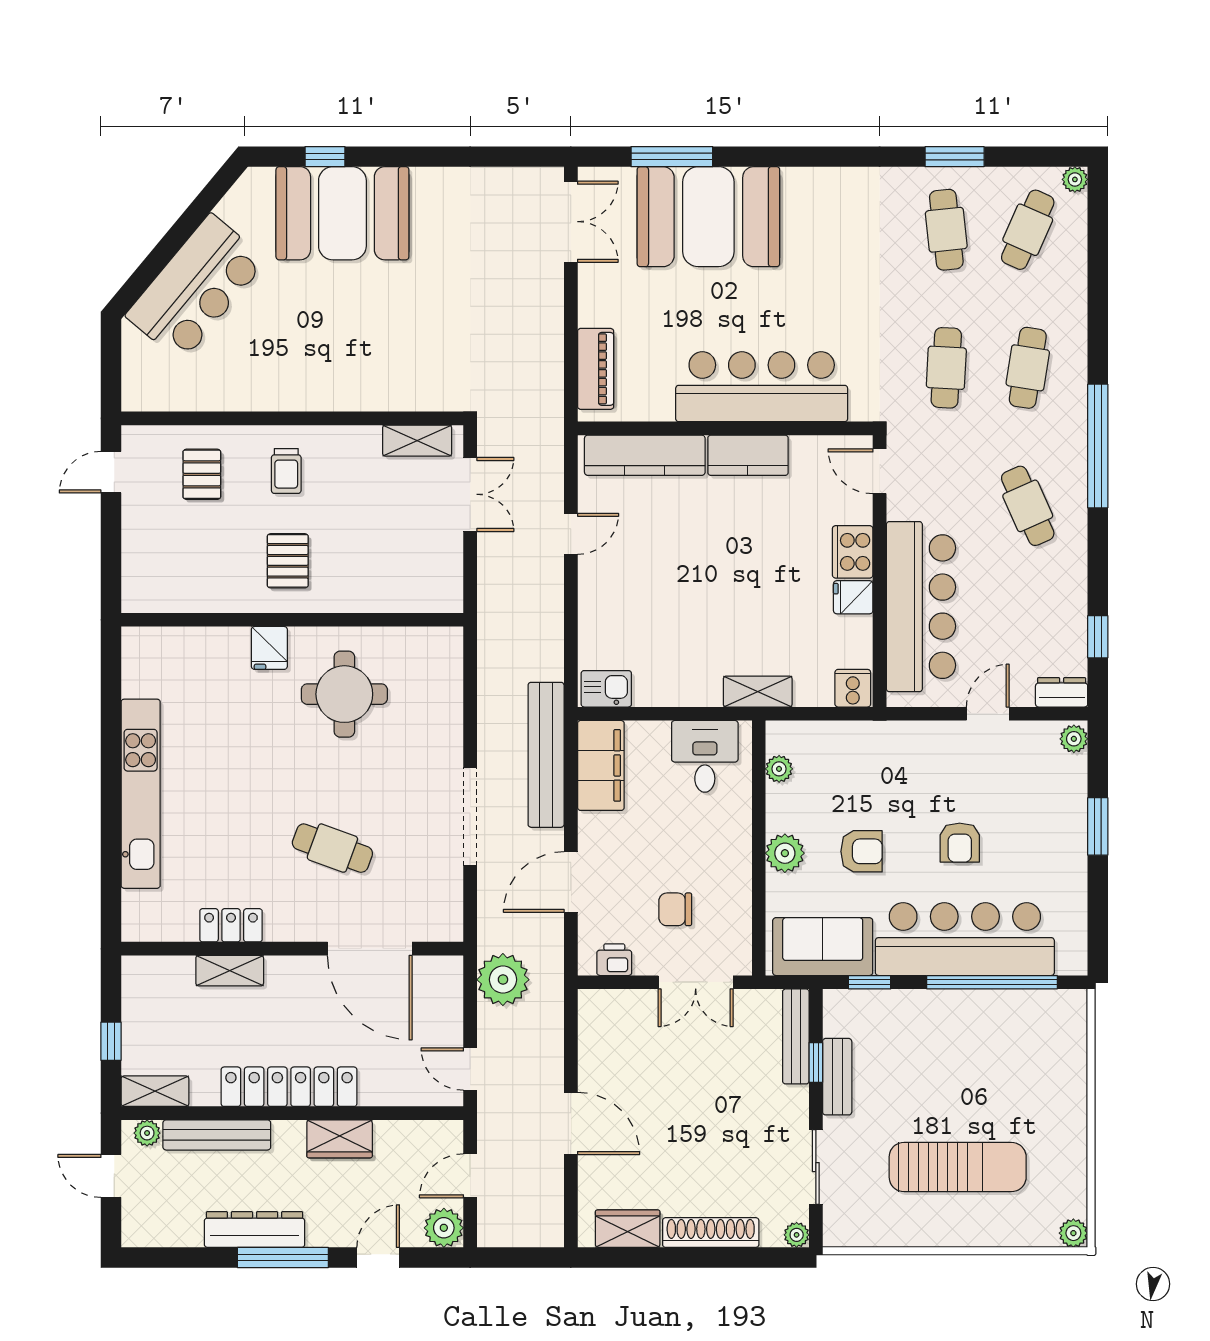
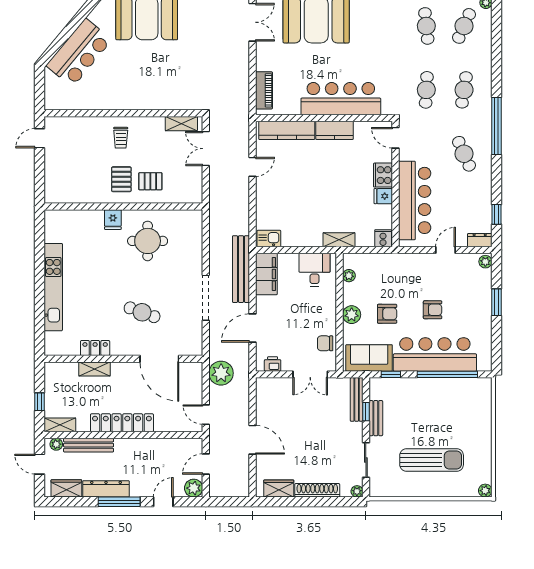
pallet: (202, 474) -> (150, 181), moved, turned 90
double door: (470, 494) -> (206, 149), swing flipped
armchair: (960, 843) -> (433, 310), turned -90
chair: (675, 909) -> (325, 343), moved
wardrobe: (340, 1139) -> (66, 488), moved, turned 180

